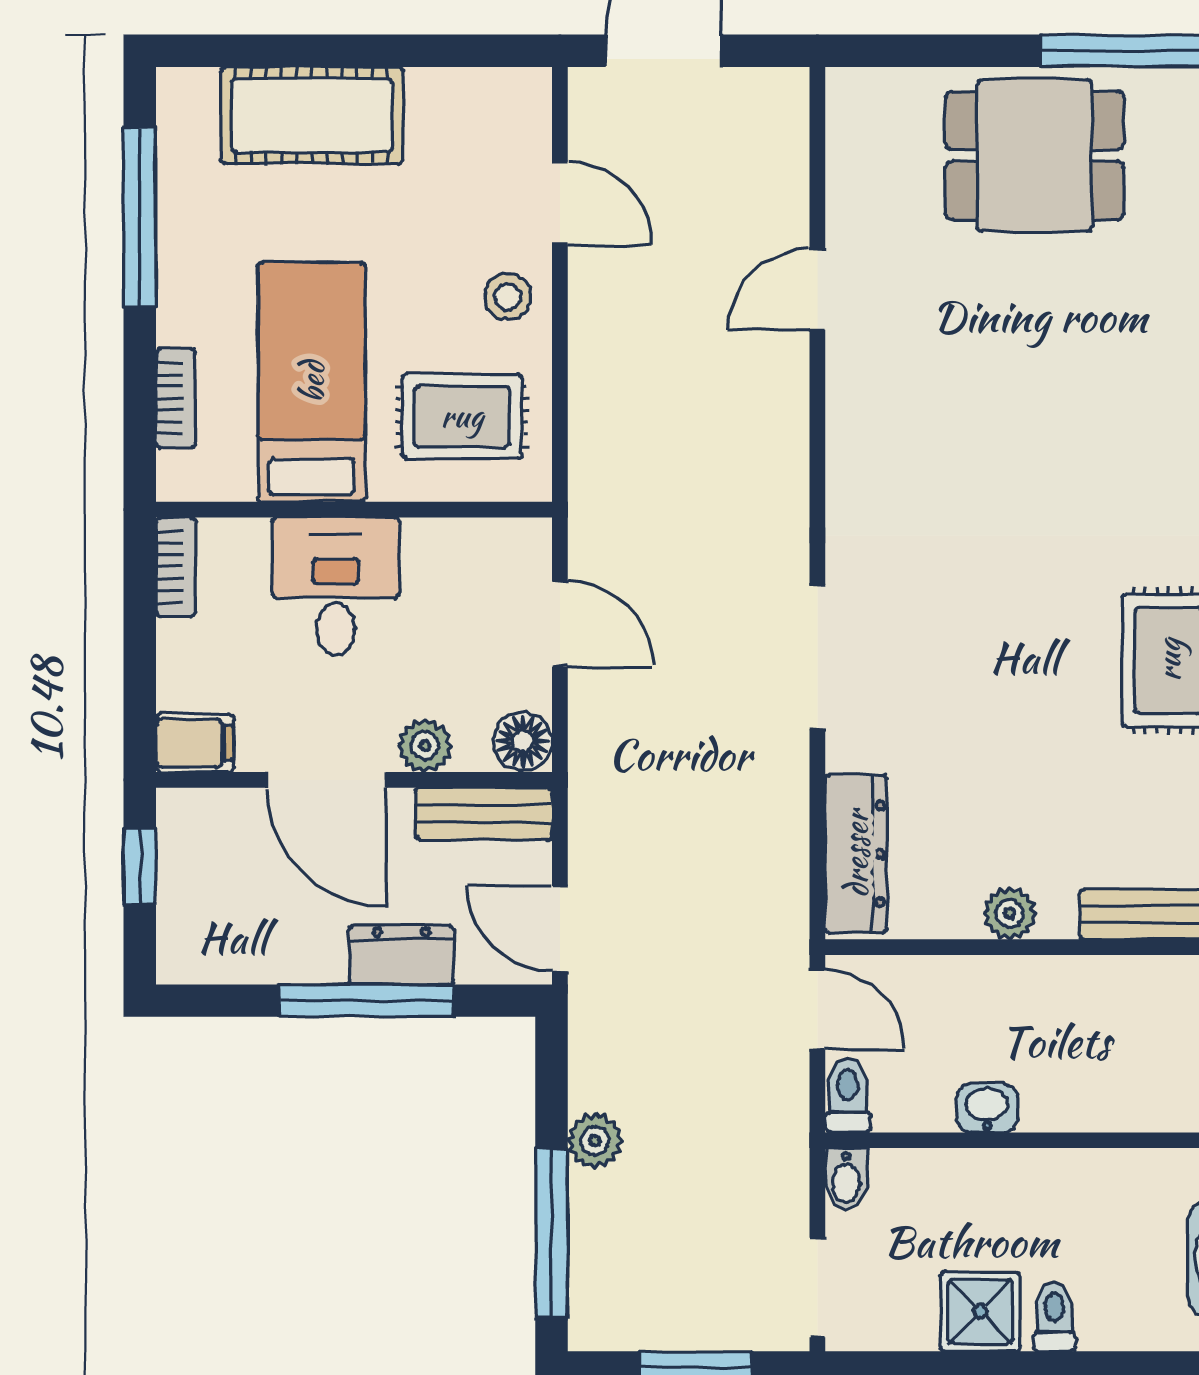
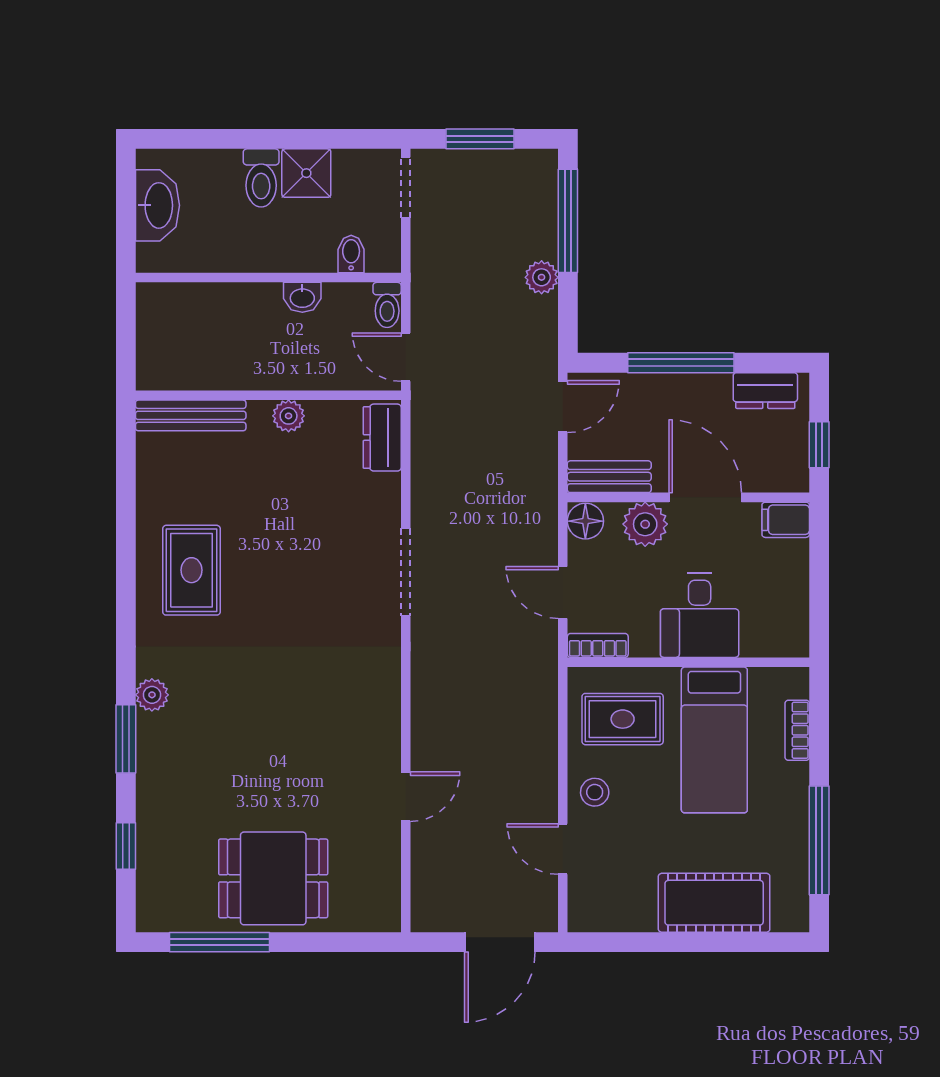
bookcase: (176, 567) -> (598, 645), moved, turned 90
plant: (425, 746) -> (645, 524), width x1.38, depth x1.38
dresser: (856, 854) -> (382, 438), width x0.70
door: (560, 929) -> (563, 407), hinge flipped
dresser: (401, 955) -> (765, 391), moved
bidet: (846, 1179) -> (351, 254), moved
toilet: (1054, 1317) -> (261, 178), width x1.37, depth x1.39

